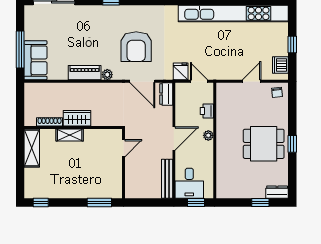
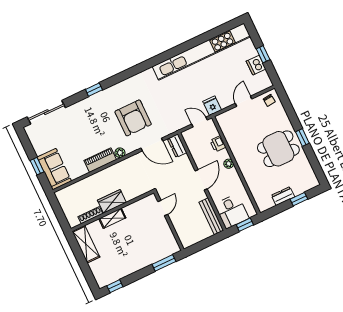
window: (20, 50) -> (37, 166), width x0.46
dishwasher: (280, 65) -> (256, 65), moved
fridge: (181, 71) -> (212, 106), moved
dresser: (277, 192) -> (283, 196), moved

